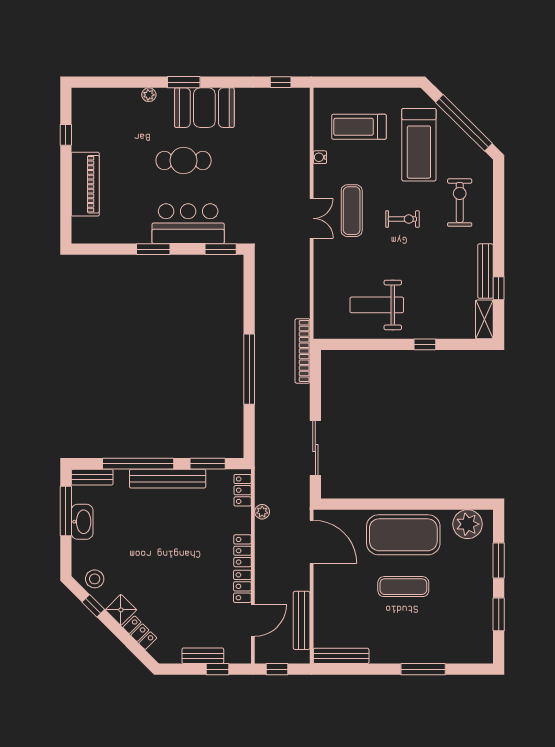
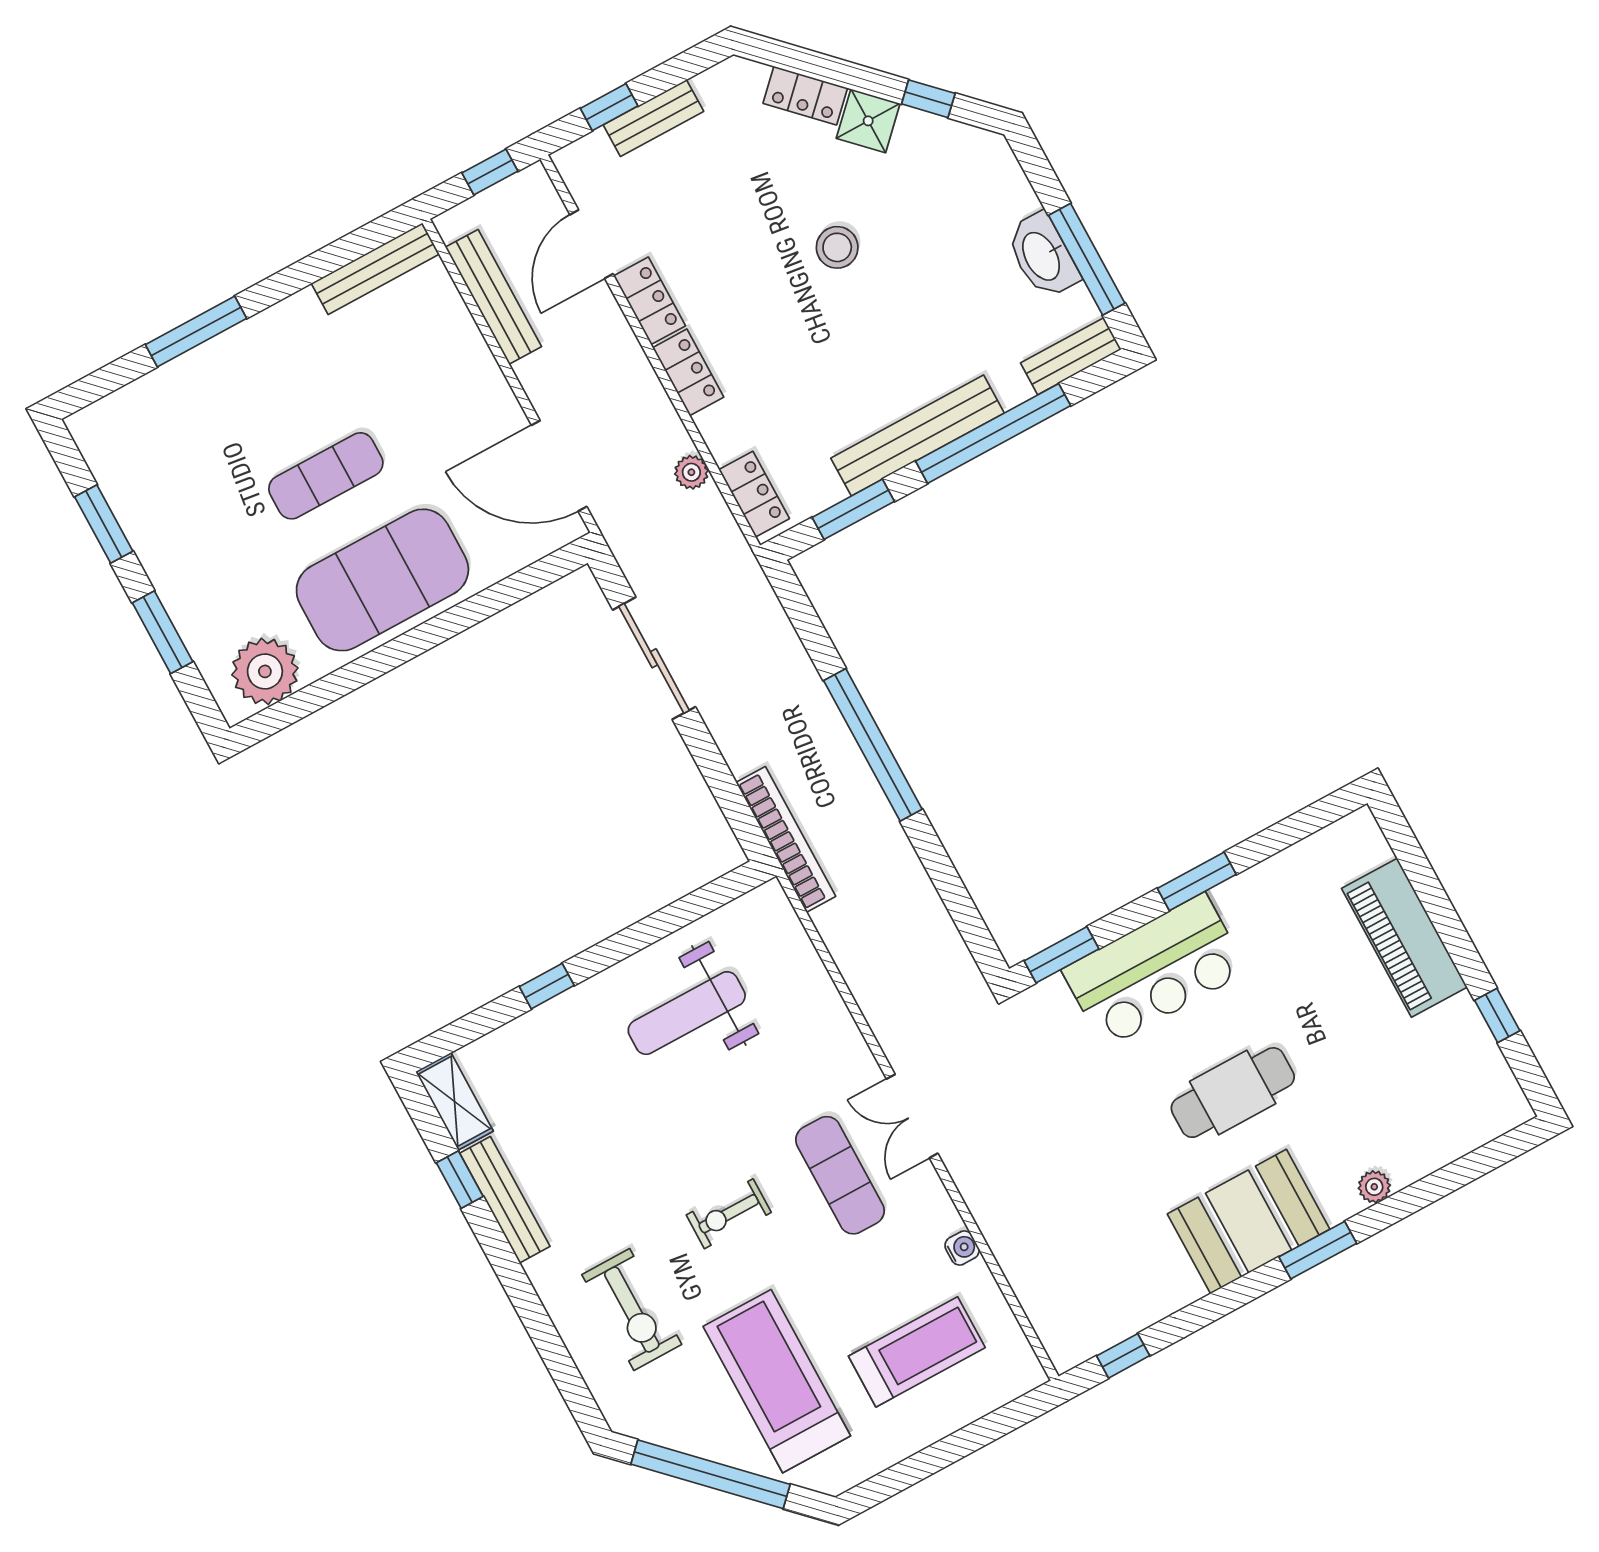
weight bench: (377, 305) -> (687, 1013), turned 180
stool: (95, 579) -> (837, 247), moved

